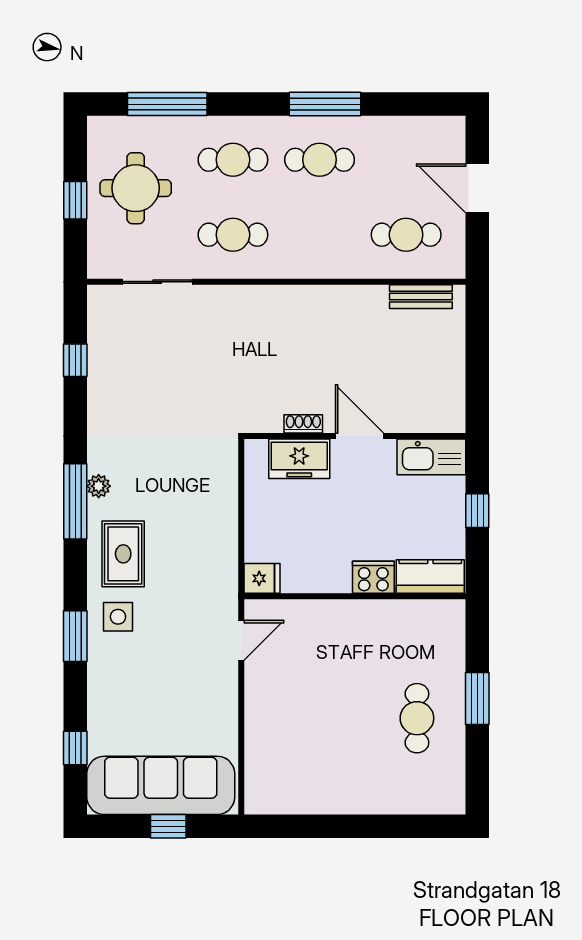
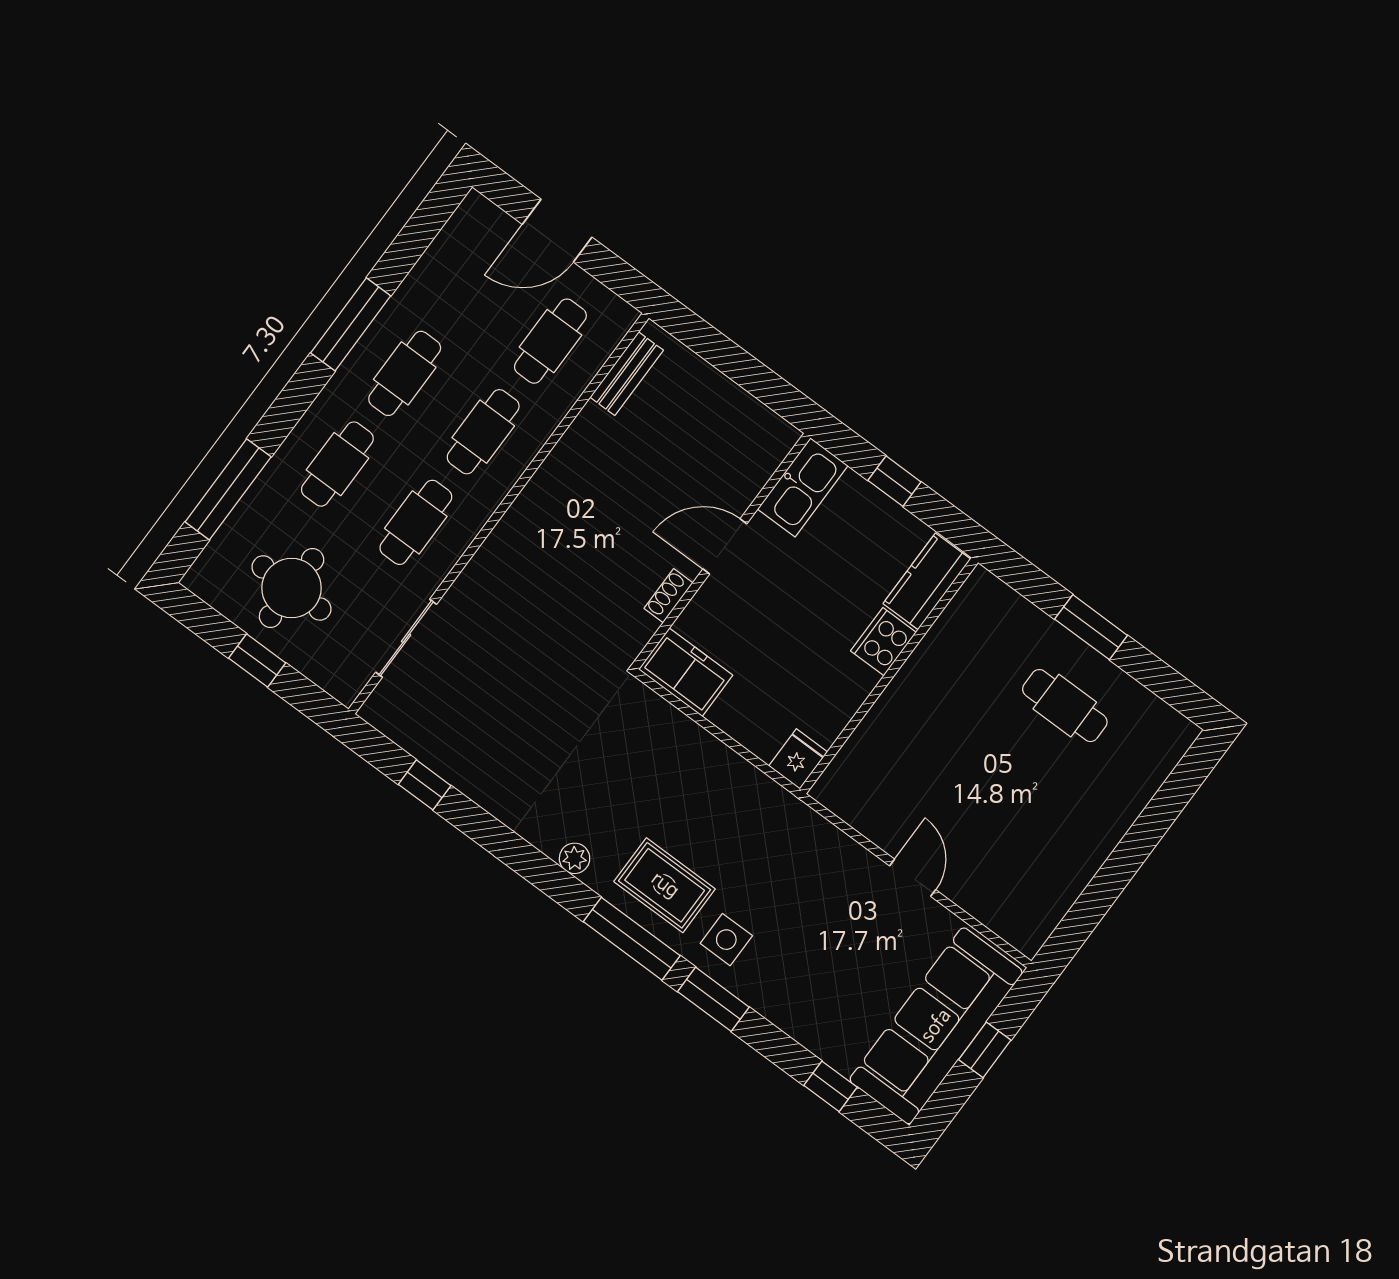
cafe table: (320, 235) -> (483, 432), added
freezer: (299, 459) -> (686, 672), moved, turned -90
window: (75, 501) -> (632, 939), moved
door: (241, 640) -> (913, 878), moved

